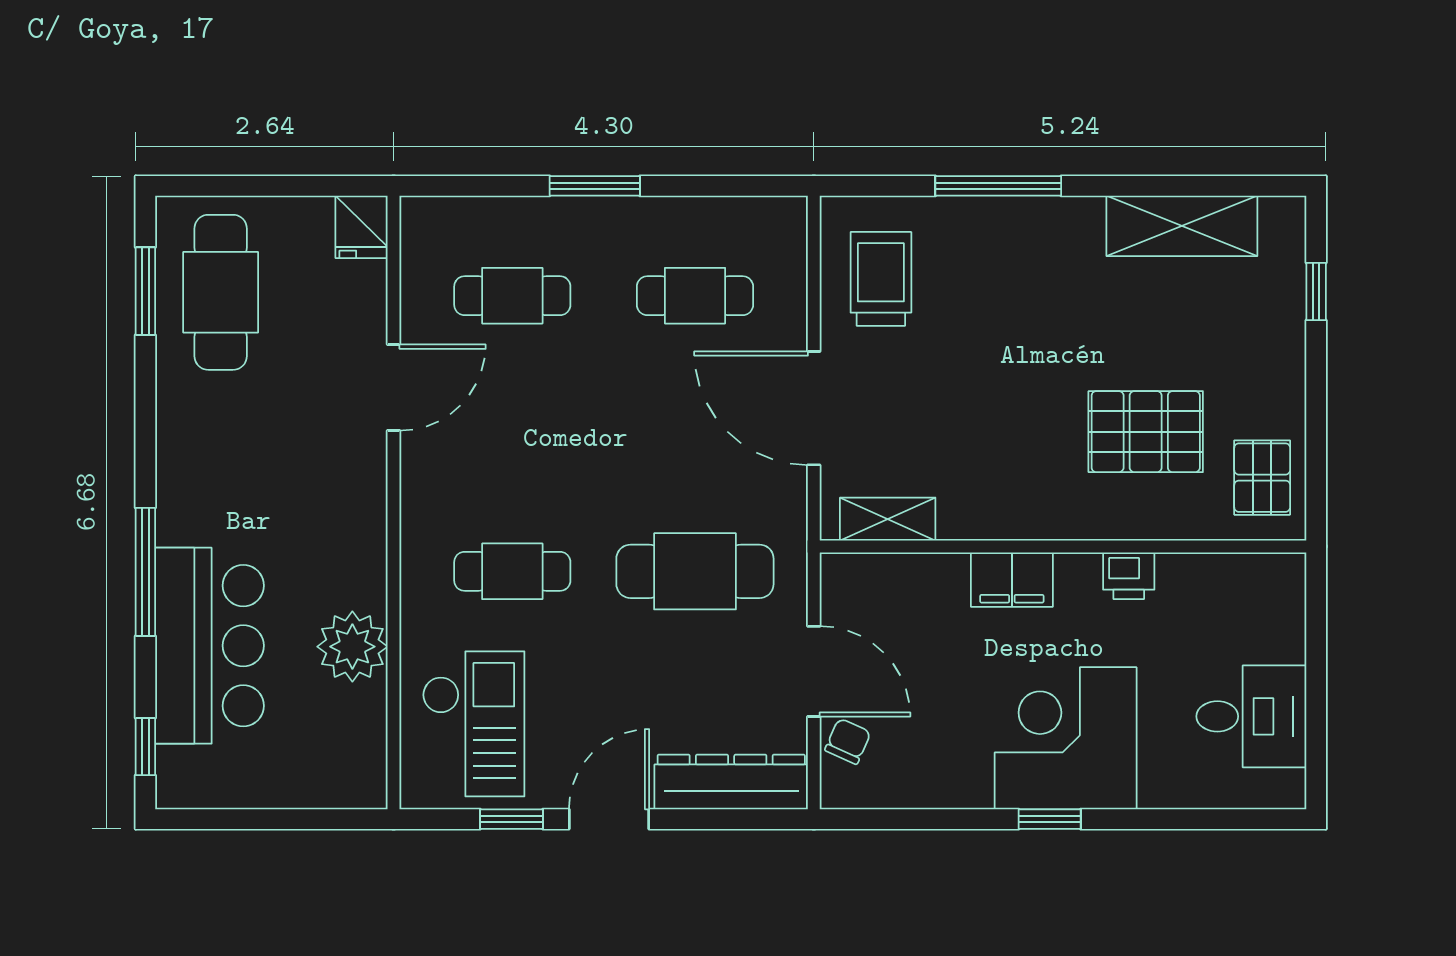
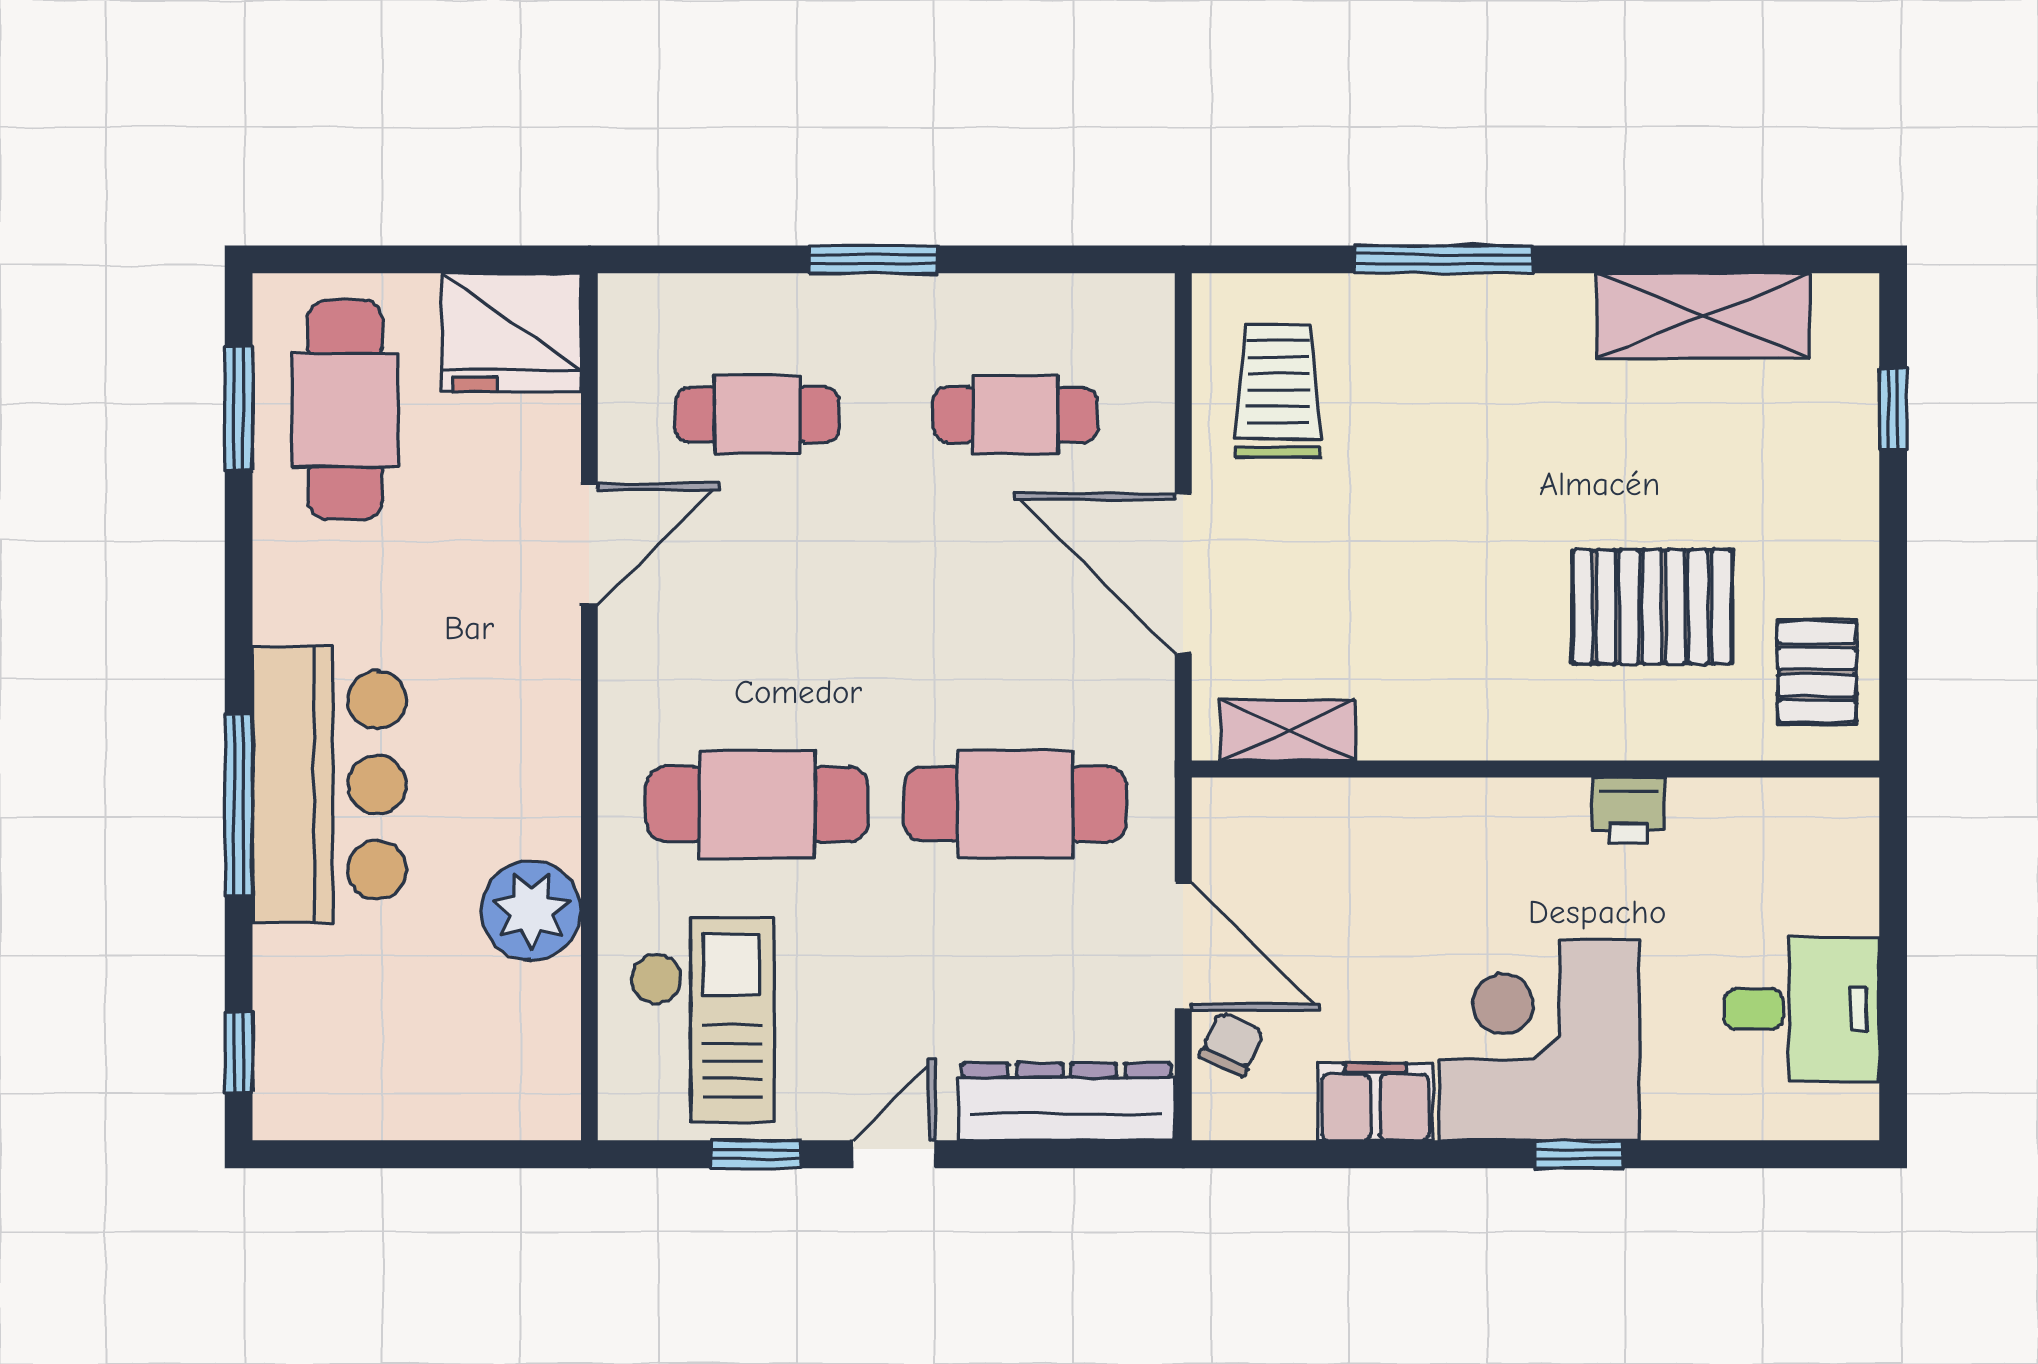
fridge: (361, 227) -> (511, 332), width x1.88, depth x1.34
cafe table: (512, 571) -> (757, 804), width x1.37, depth x1.35
filing cabinet: (1012, 580) -> (1375, 1102), moved, turned 180
bar counter: (209, 646) -> (329, 785), moved
door: (609, 819) -> (894, 1154), width x0.73
window: (1050, 819) -> (1579, 1154), moved

